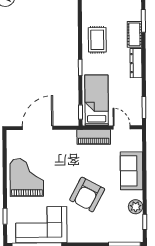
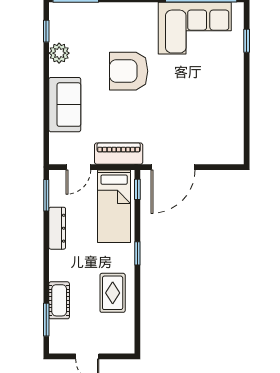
dresser: (136, 63) -> (57, 228), moved
door: (122, 127) -> (78, 167), hinge flipped
door: (38, 128) -> (173, 167), moved
grand piano: (27, 177) -> (215, 96), removed
armchair: (87, 194) -> (129, 71), turned -118

